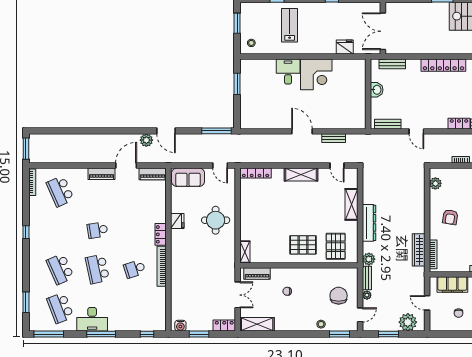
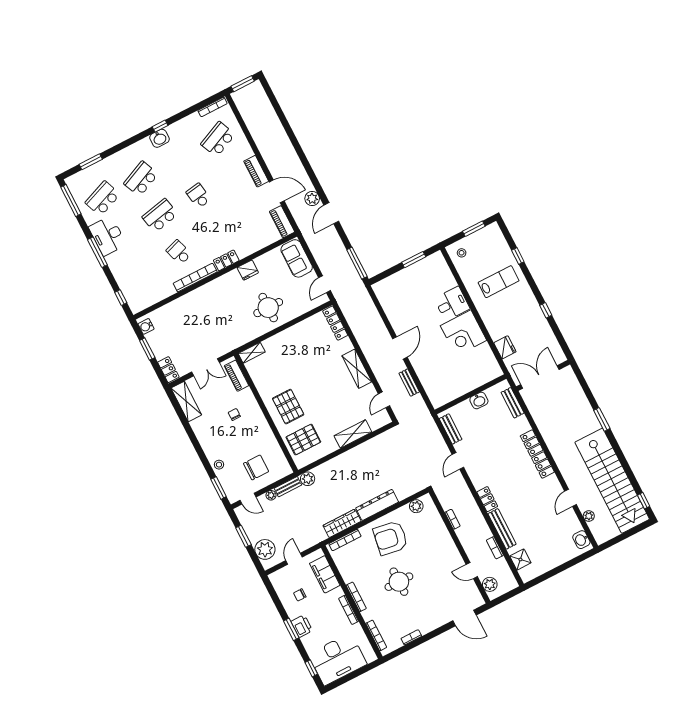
armchair: (450, 217) -> (390, 538), width x1.88, depth x1.88
dresser: (369, 223) -> (377, 505), moved, turned 180
washbasin: (35, 238) -> (159, 138), added

